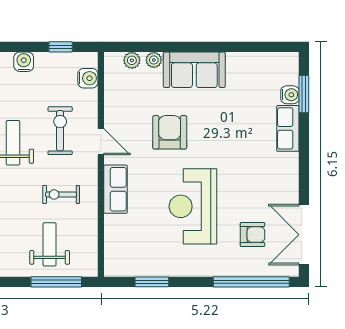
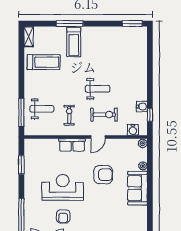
plant: (132, 60) -> (143, 143), moved
water cooler: (24, 62) -> (142, 107), moved
armchair: (252, 235) -> (63, 216), moved

